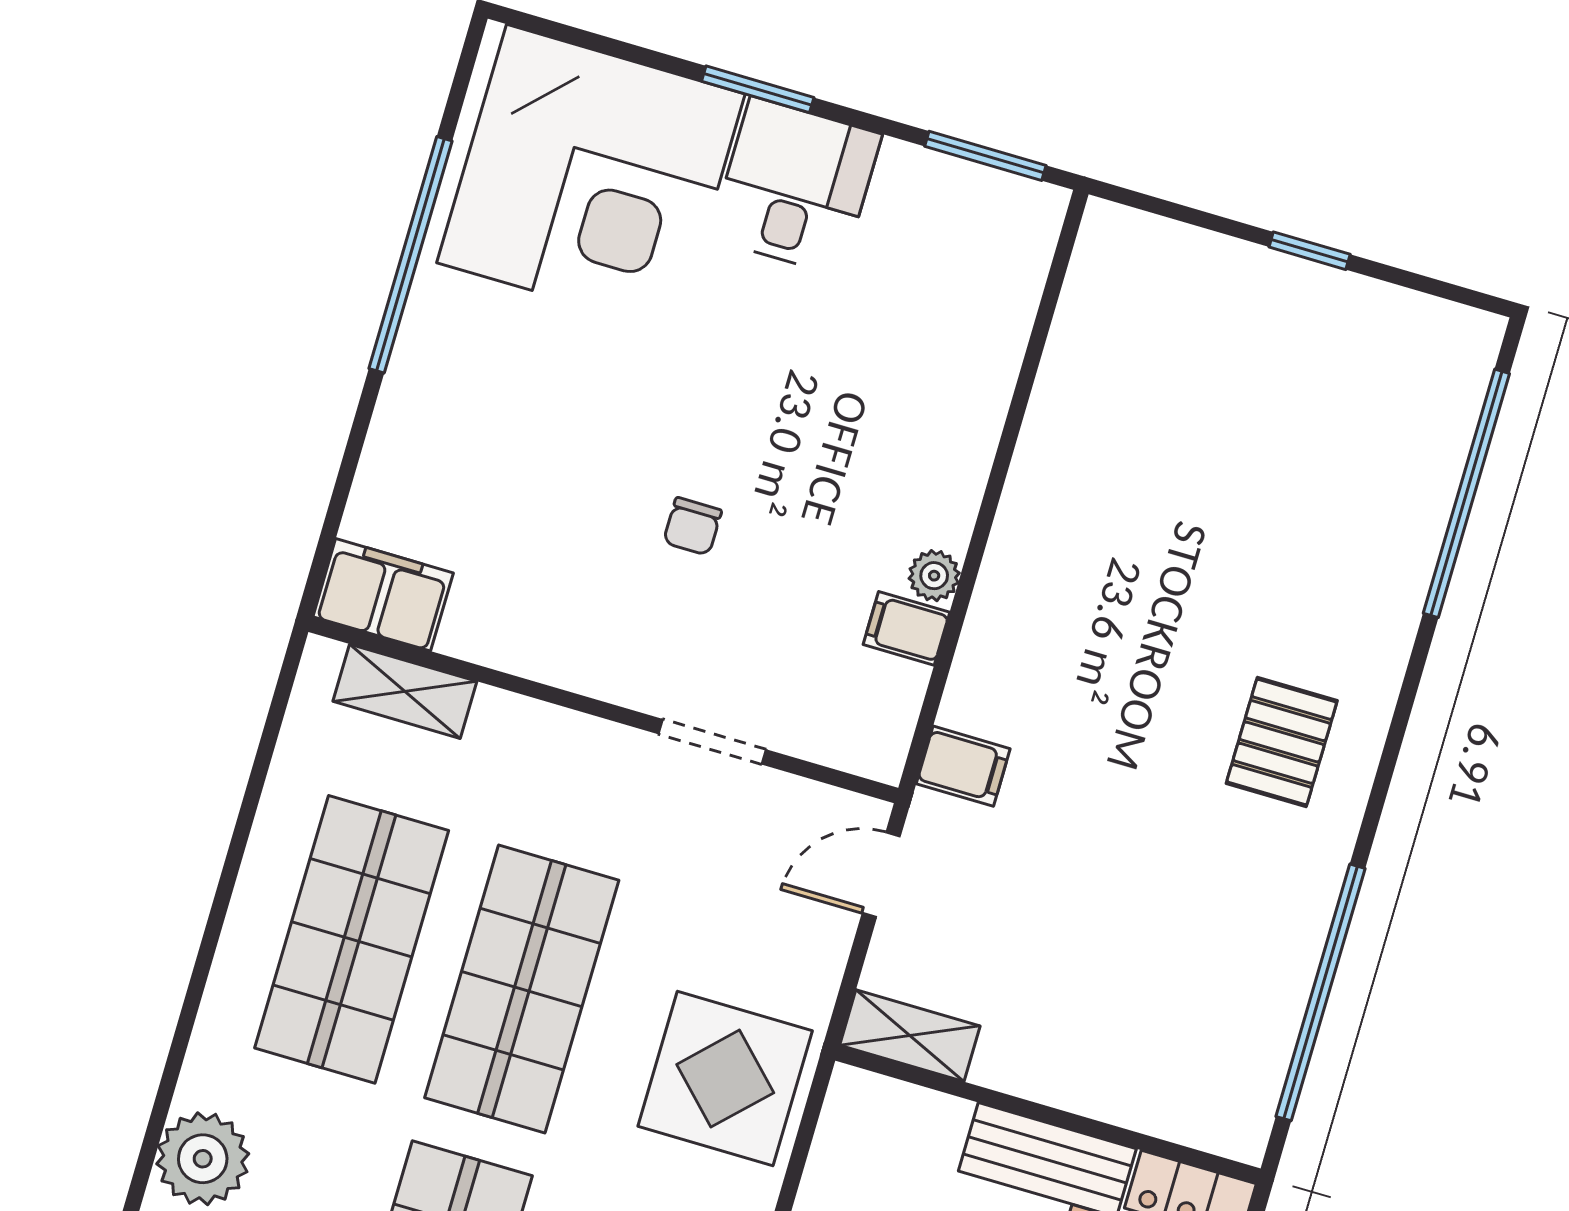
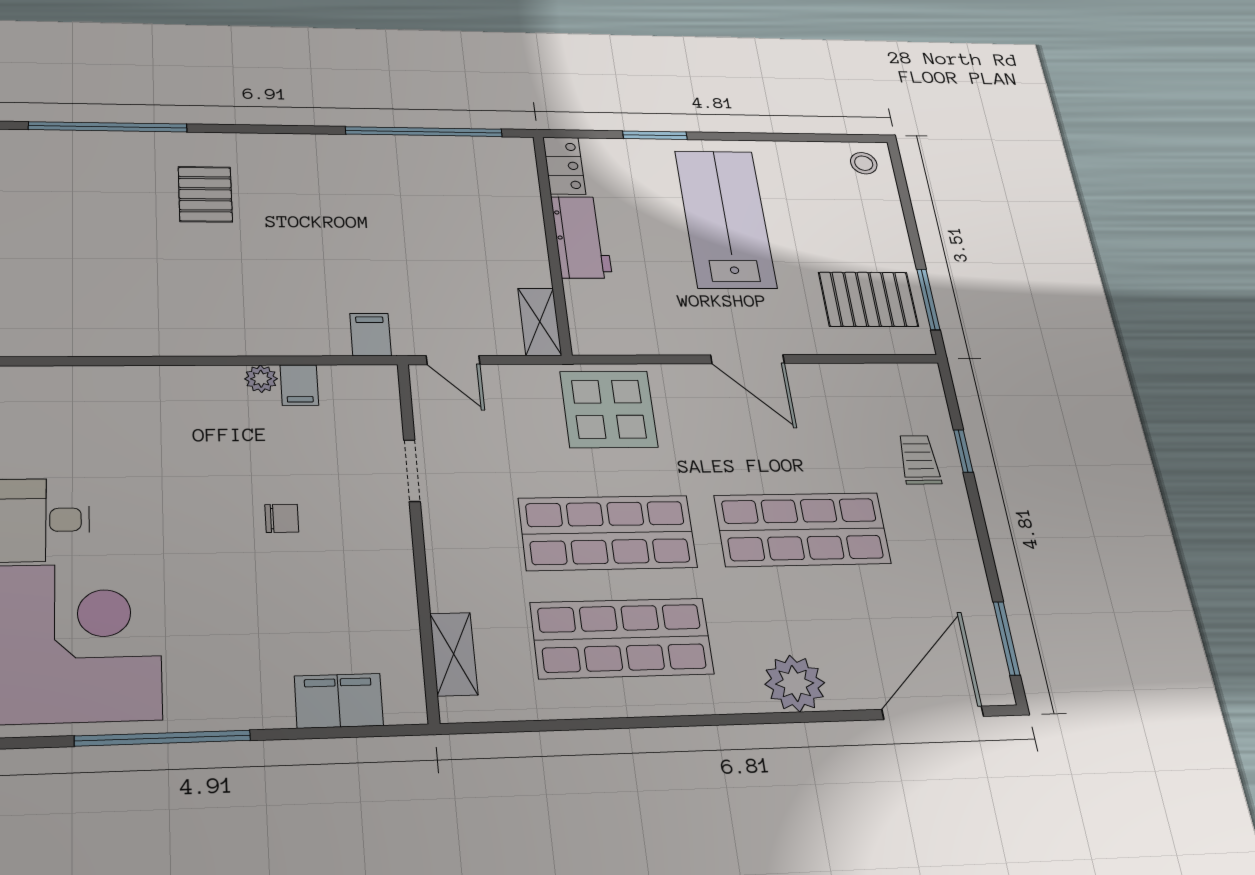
filing cabinet: (383, 595) -> (339, 701), moved, turned 90
pallet: (1282, 742) -> (205, 194), moved, turned 90

